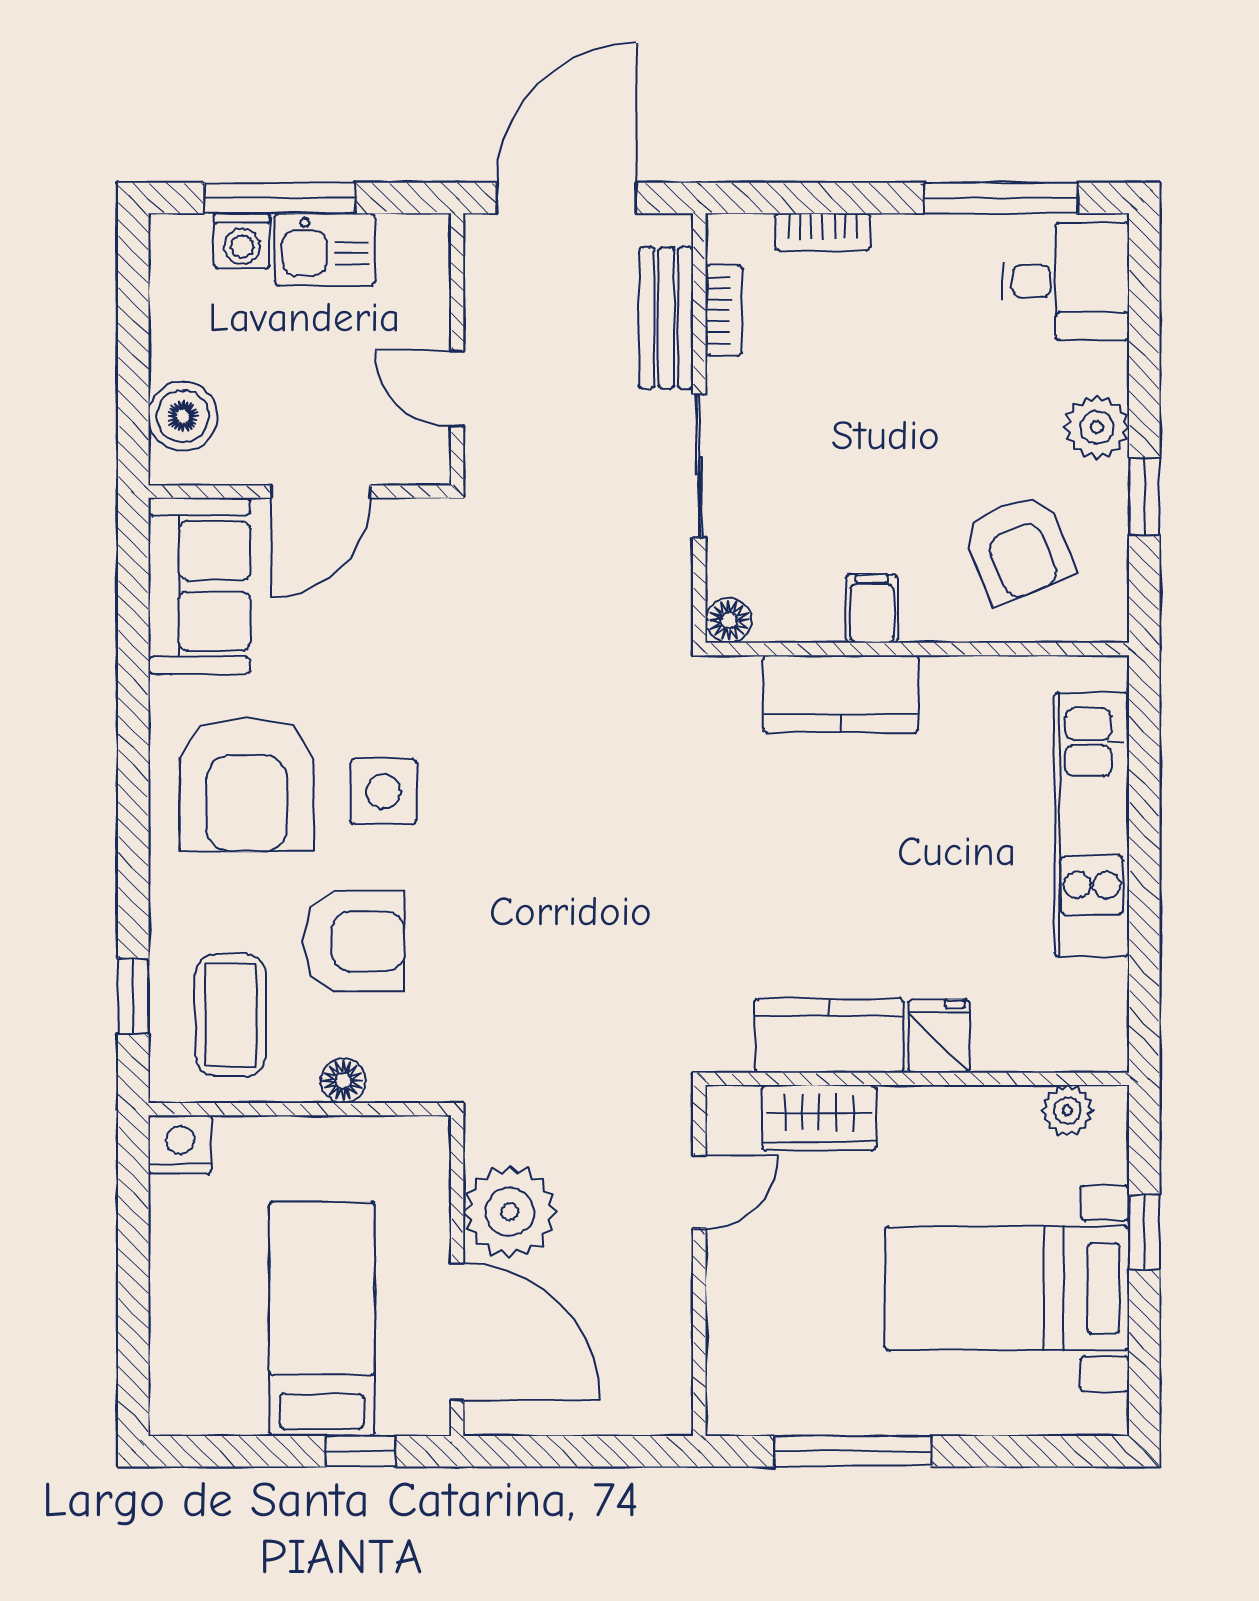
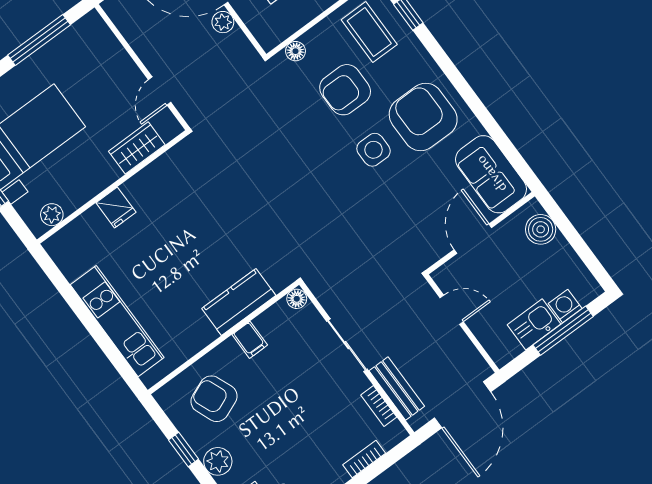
kitchen counter: (829, 1036) -> (155, 179), removed
floor lamp: (343, 1081) -> (295, 51), moved
plant: (510, 1212) -> (223, 22), width x0.53, depth x0.53

